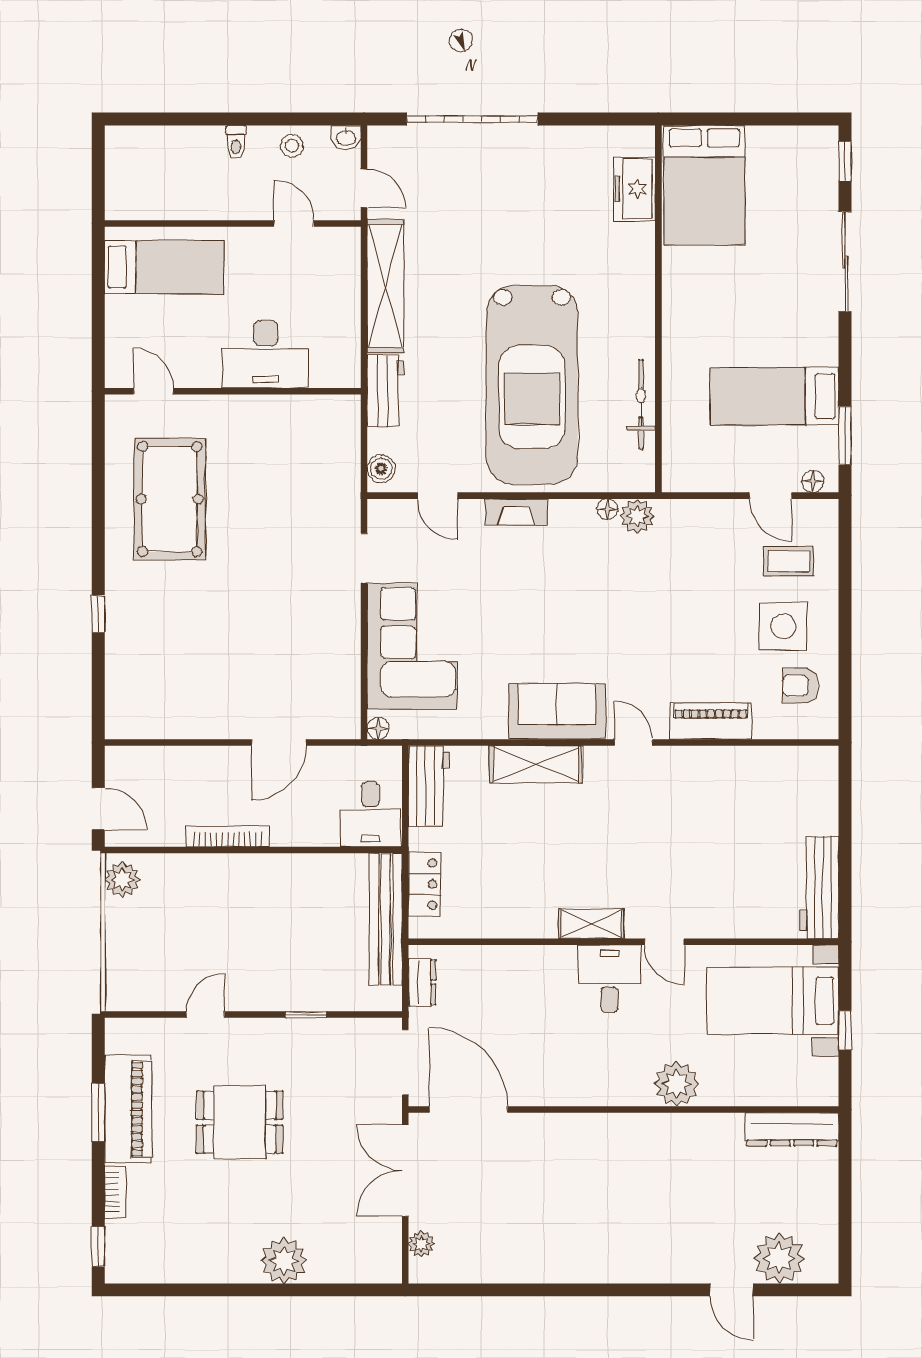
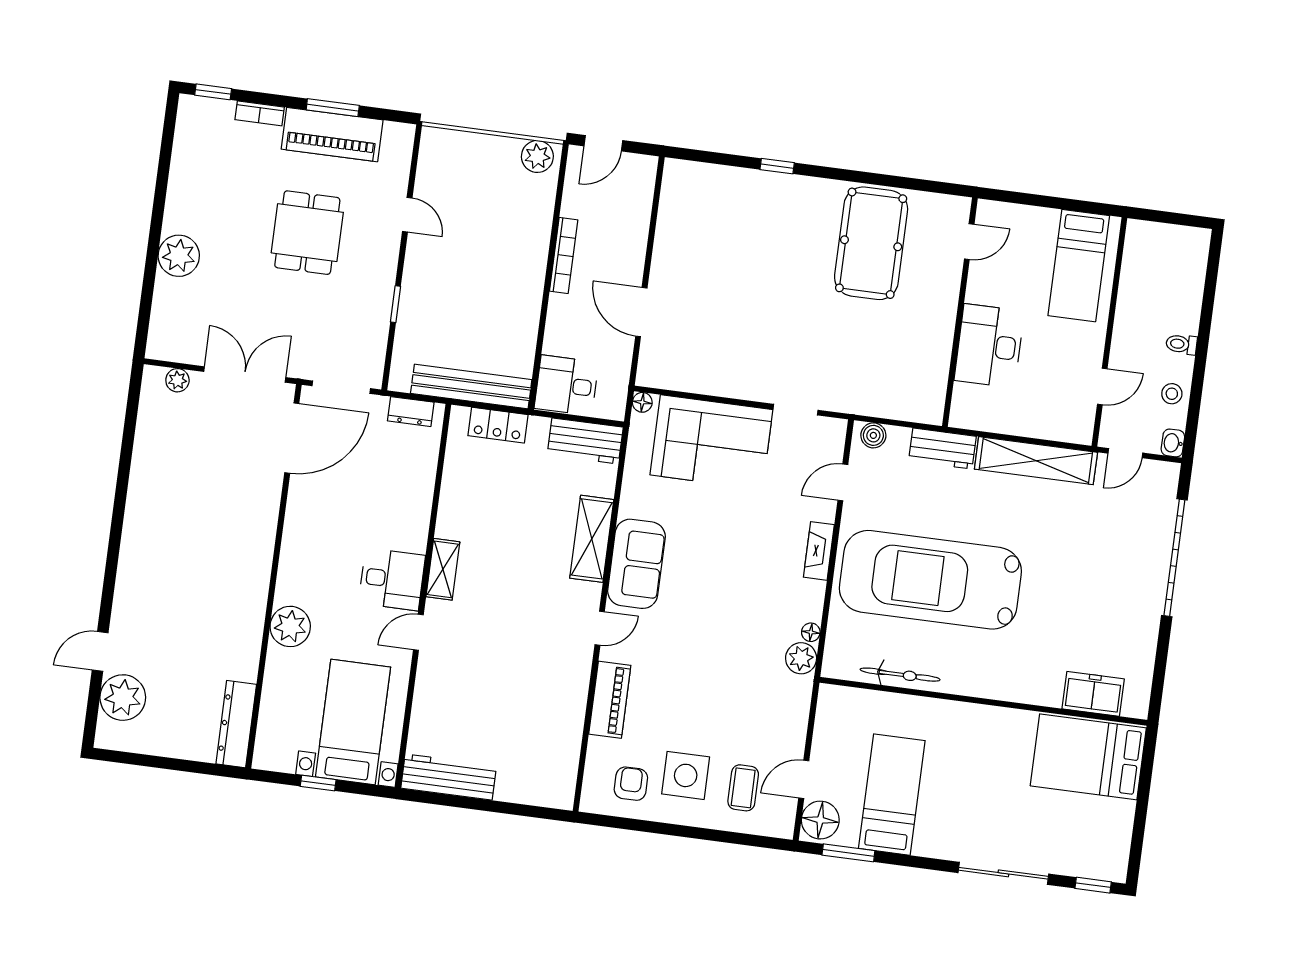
floor lamp: (813, 481) -> (820, 820), width x1.89, depth x1.89
pool table: (170, 499) -> (871, 243), turned 90

